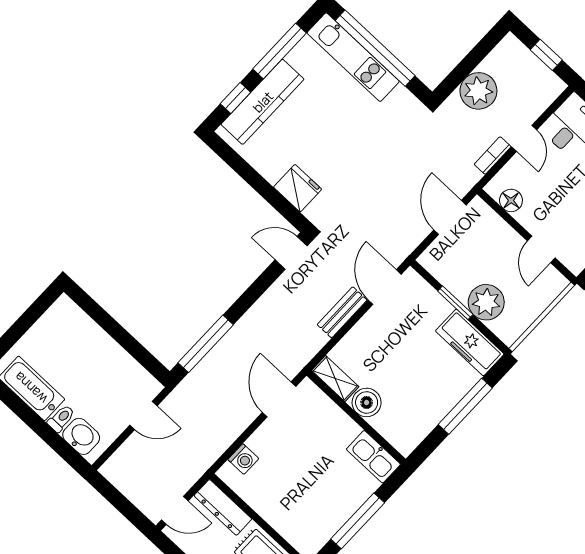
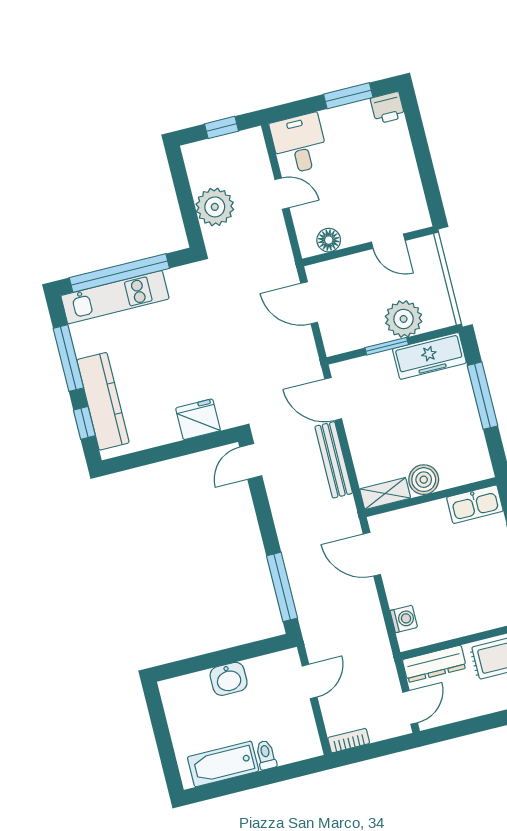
bookcase: (493, 155) -> (349, 741), moved, turned 90
bench: (342, 312) -> (334, 460), width x1.36
washbasin: (81, 436) -> (229, 679), moved, turned 180

